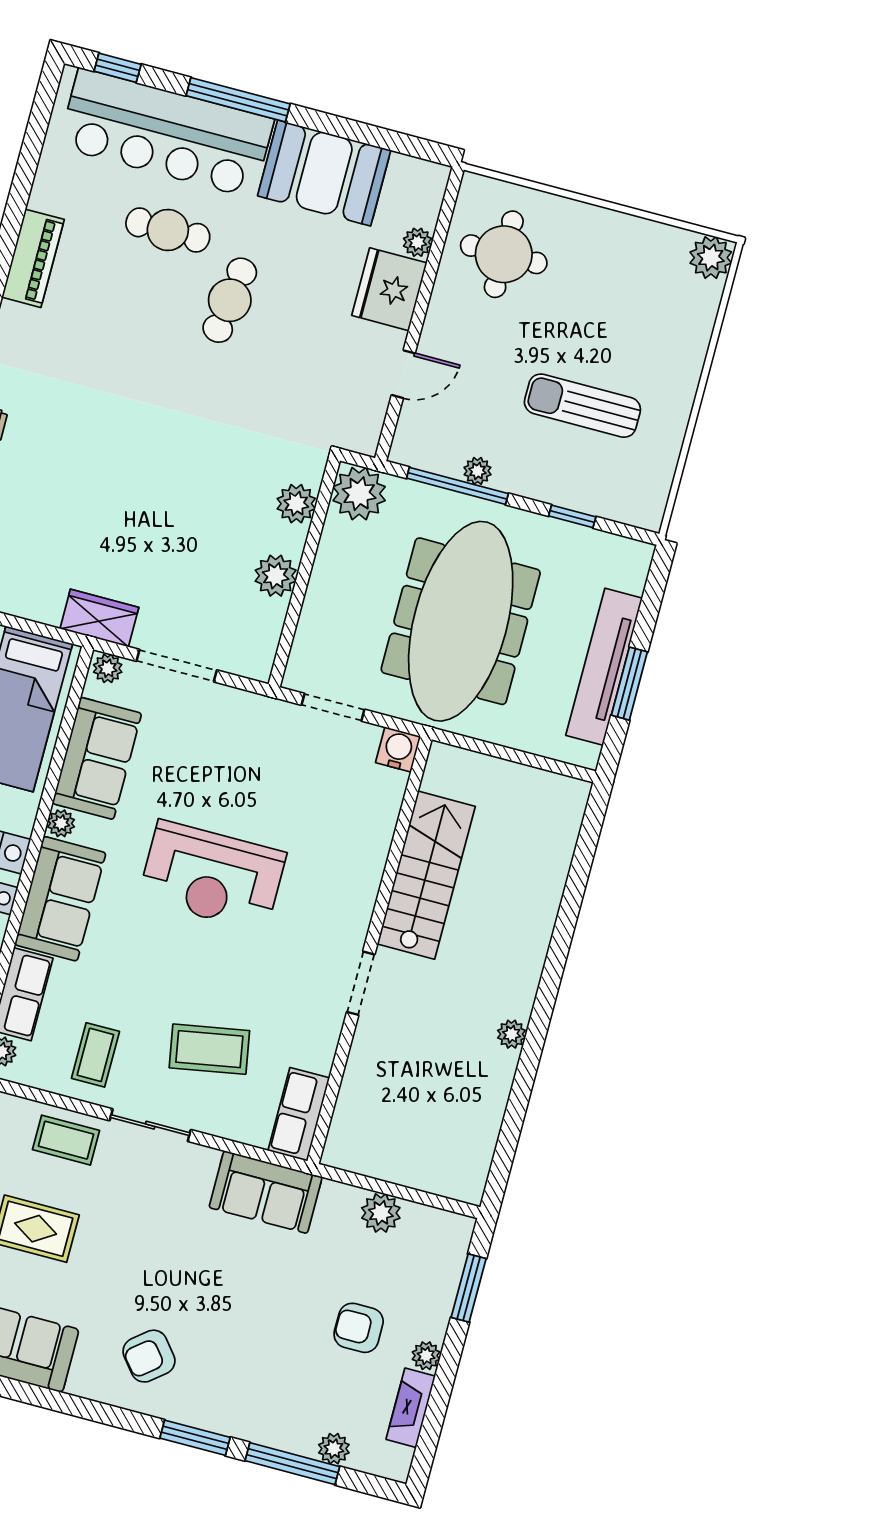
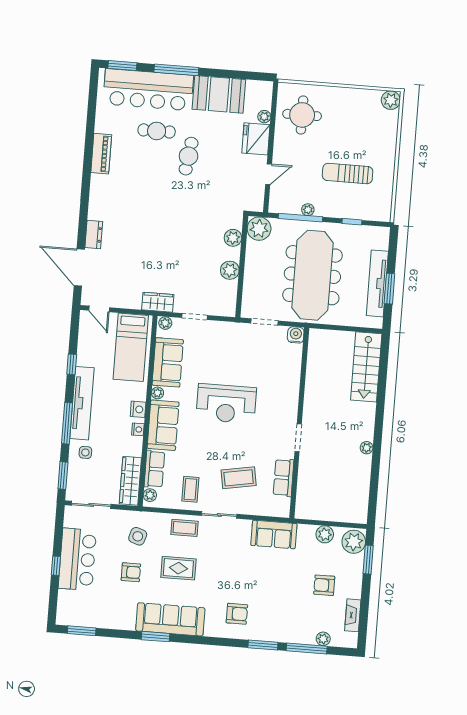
window: (118, 68) -> (122, 66), width x1.50
doorway: (177, 666) -> (194, 316), width x0.73
stairs: (426, 875) -> (366, 367), moved, turned 180
row of seats: (299, 1114) -> (284, 478), moved
armchair: (149, 1356) -> (237, 614), turned -141
plant: (426, 1356) -> (354, 542), moved, width x1.87, depth x1.87

